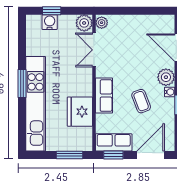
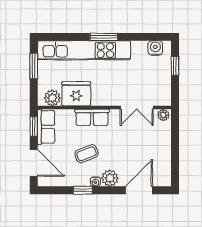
water cooler: (50, 22) -> (155, 48), moved, turned -90
plant: (84, 23) -> (52, 98), moved
double door: (94, 50) -> (137, 108), swing flipped
window: (69, 155) -> (34, 66), moved

